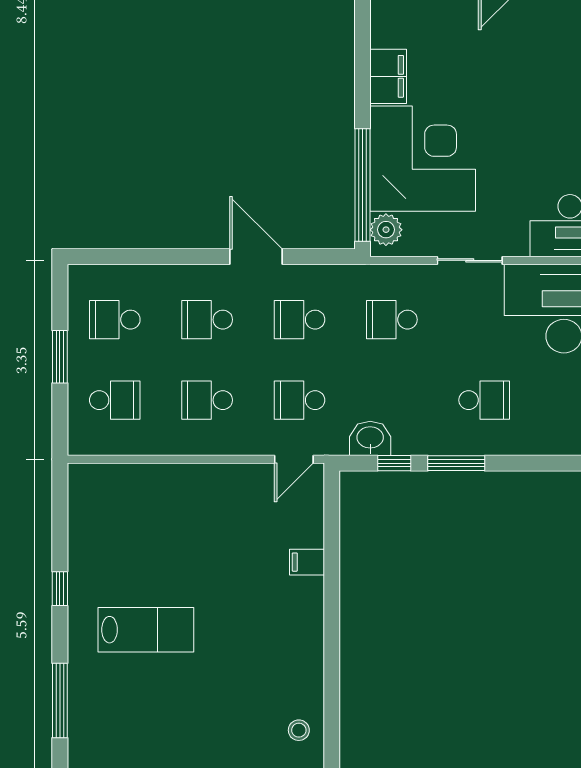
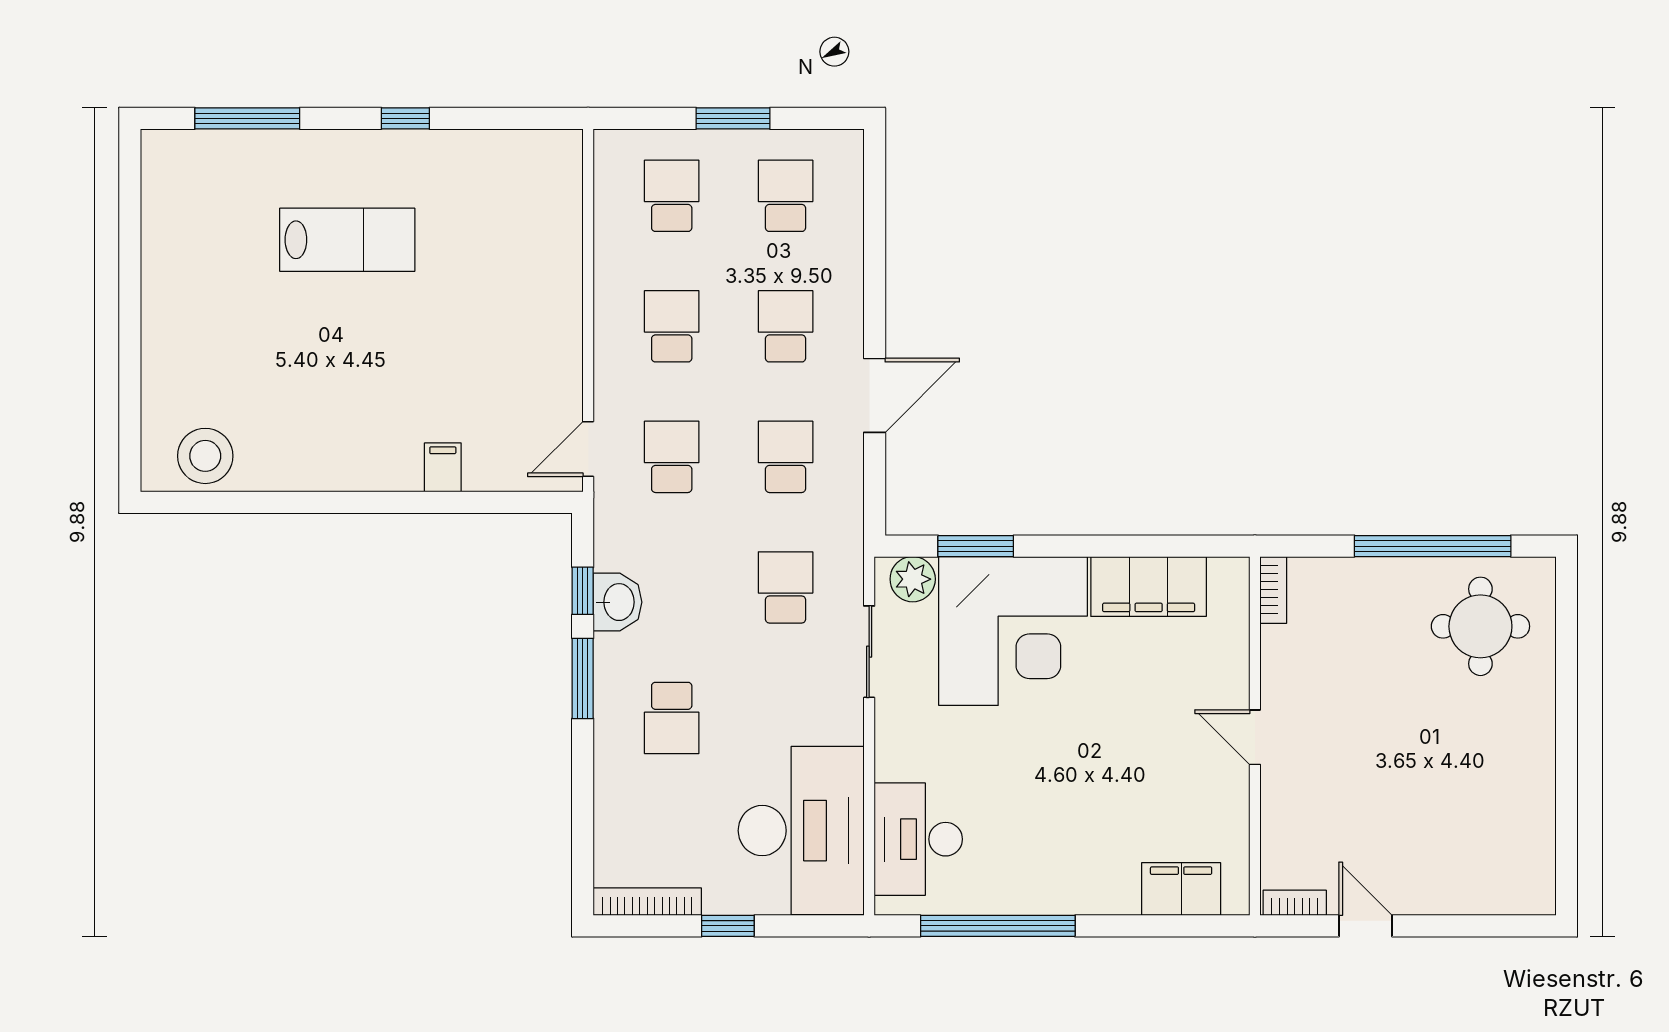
filing cabinet: (388, 76) -> (1149, 586), width x1.50, depth x1.17
window: (363, 185) -> (976, 546), width x0.47
sliding door: (470, 260) -> (869, 652), moved
school desk: (115, 400) -> (672, 196), turned 180
washbasin: (370, 438) -> (618, 602), moved
door: (294, 459) -> (588, 449), hinge flipped
lab bench: (146, 630) -> (347, 240), turned -90
stool: (299, 730) -> (205, 456), width x1.89, depth x1.89

